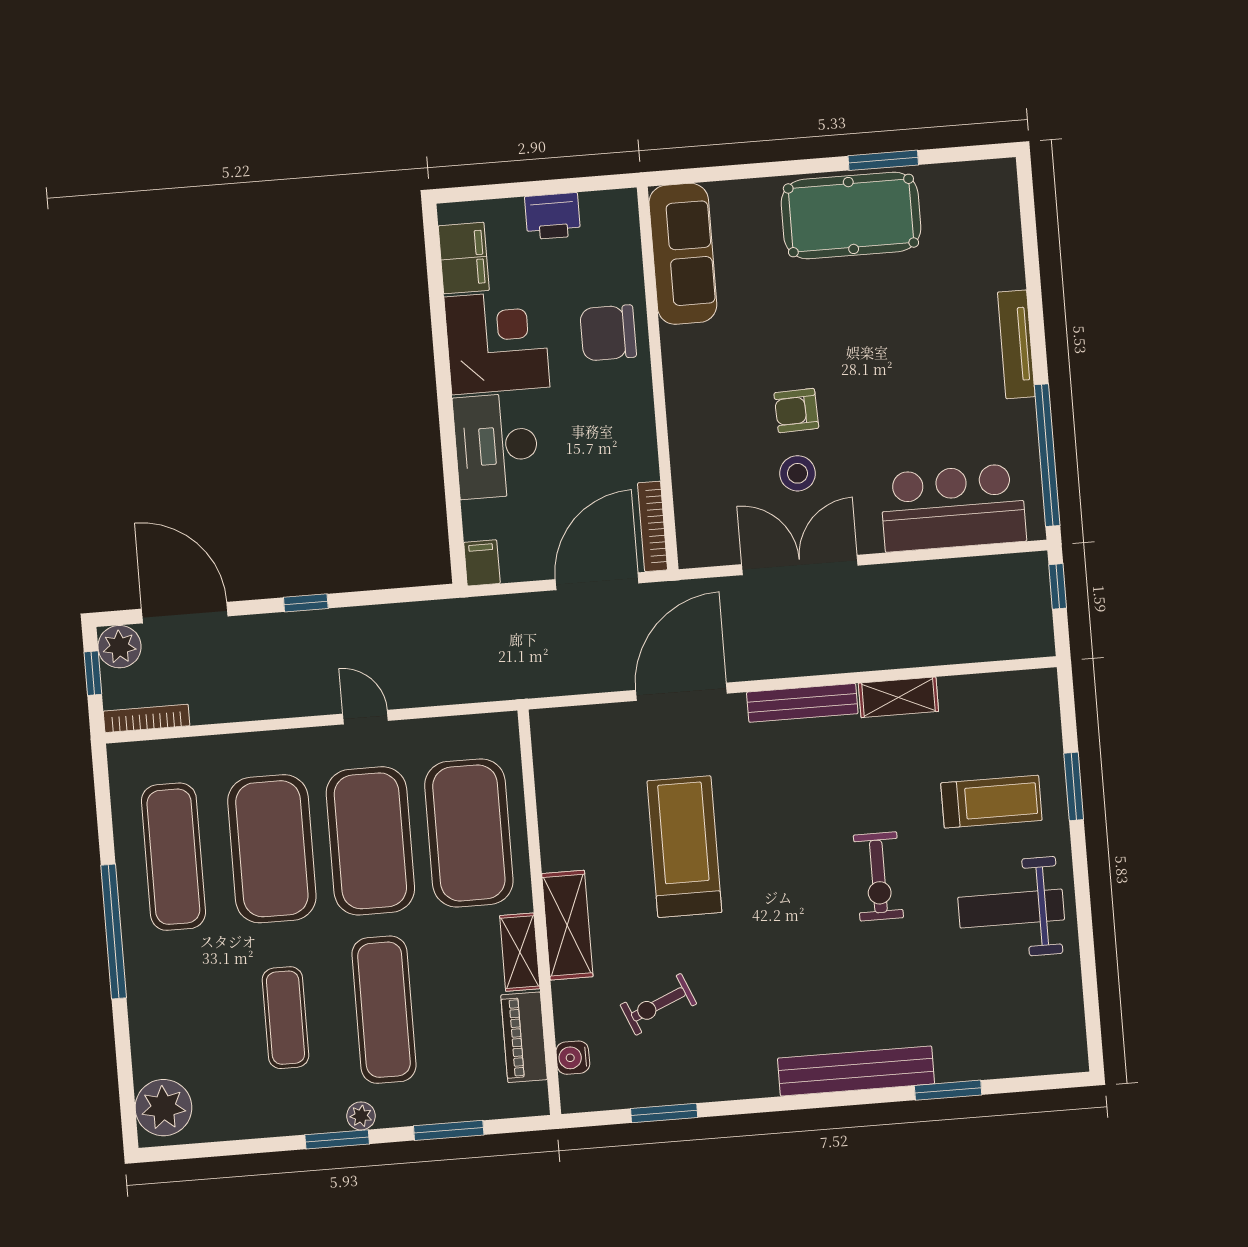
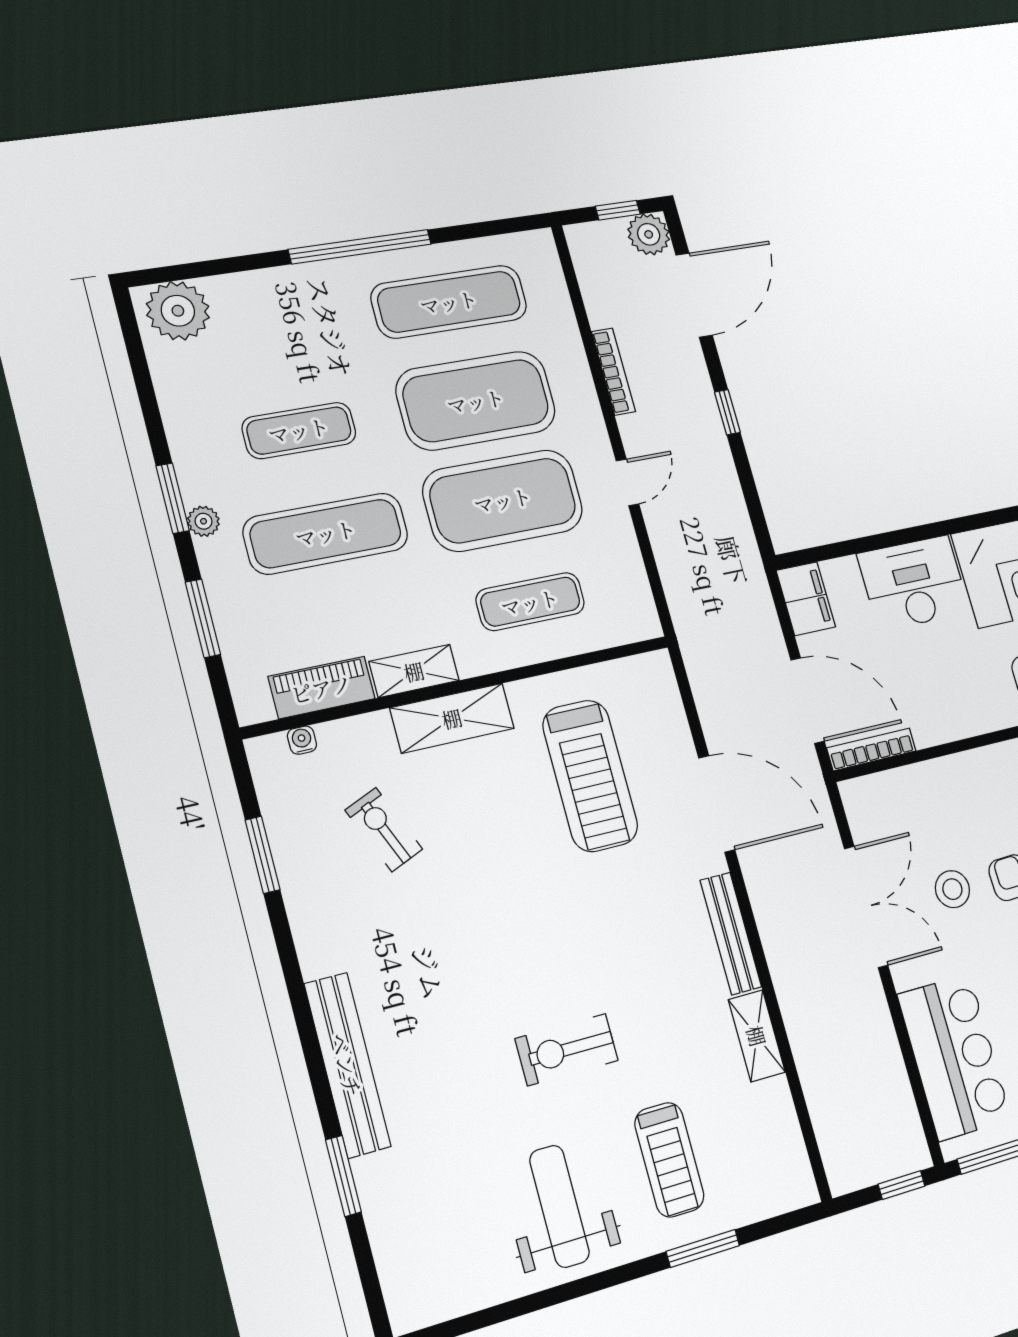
filing cabinet: (482, 563) -> (806, 599), width x2.00
bookcase: (147, 718) -> (613, 372), moved
exercise mat: (469, 833) -> (530, 602), width x0.50, depth x0.69
treadmill: (684, 847) -> (590, 776), moved, turned 90
water cooler: (573, 1058) -> (302, 740), width x0.72, depth x0.72

